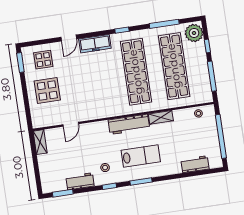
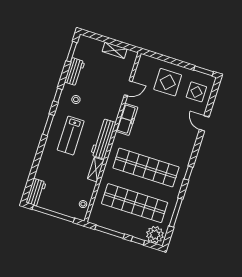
freezer: (95, 44) -> (127, 119), moved, turned 180
door: (71, 124) -> (128, 88), swing flipped
shelving: (40, 142) -> (115, 50), moved
workbench: (195, 164) -> (36, 192), moved

